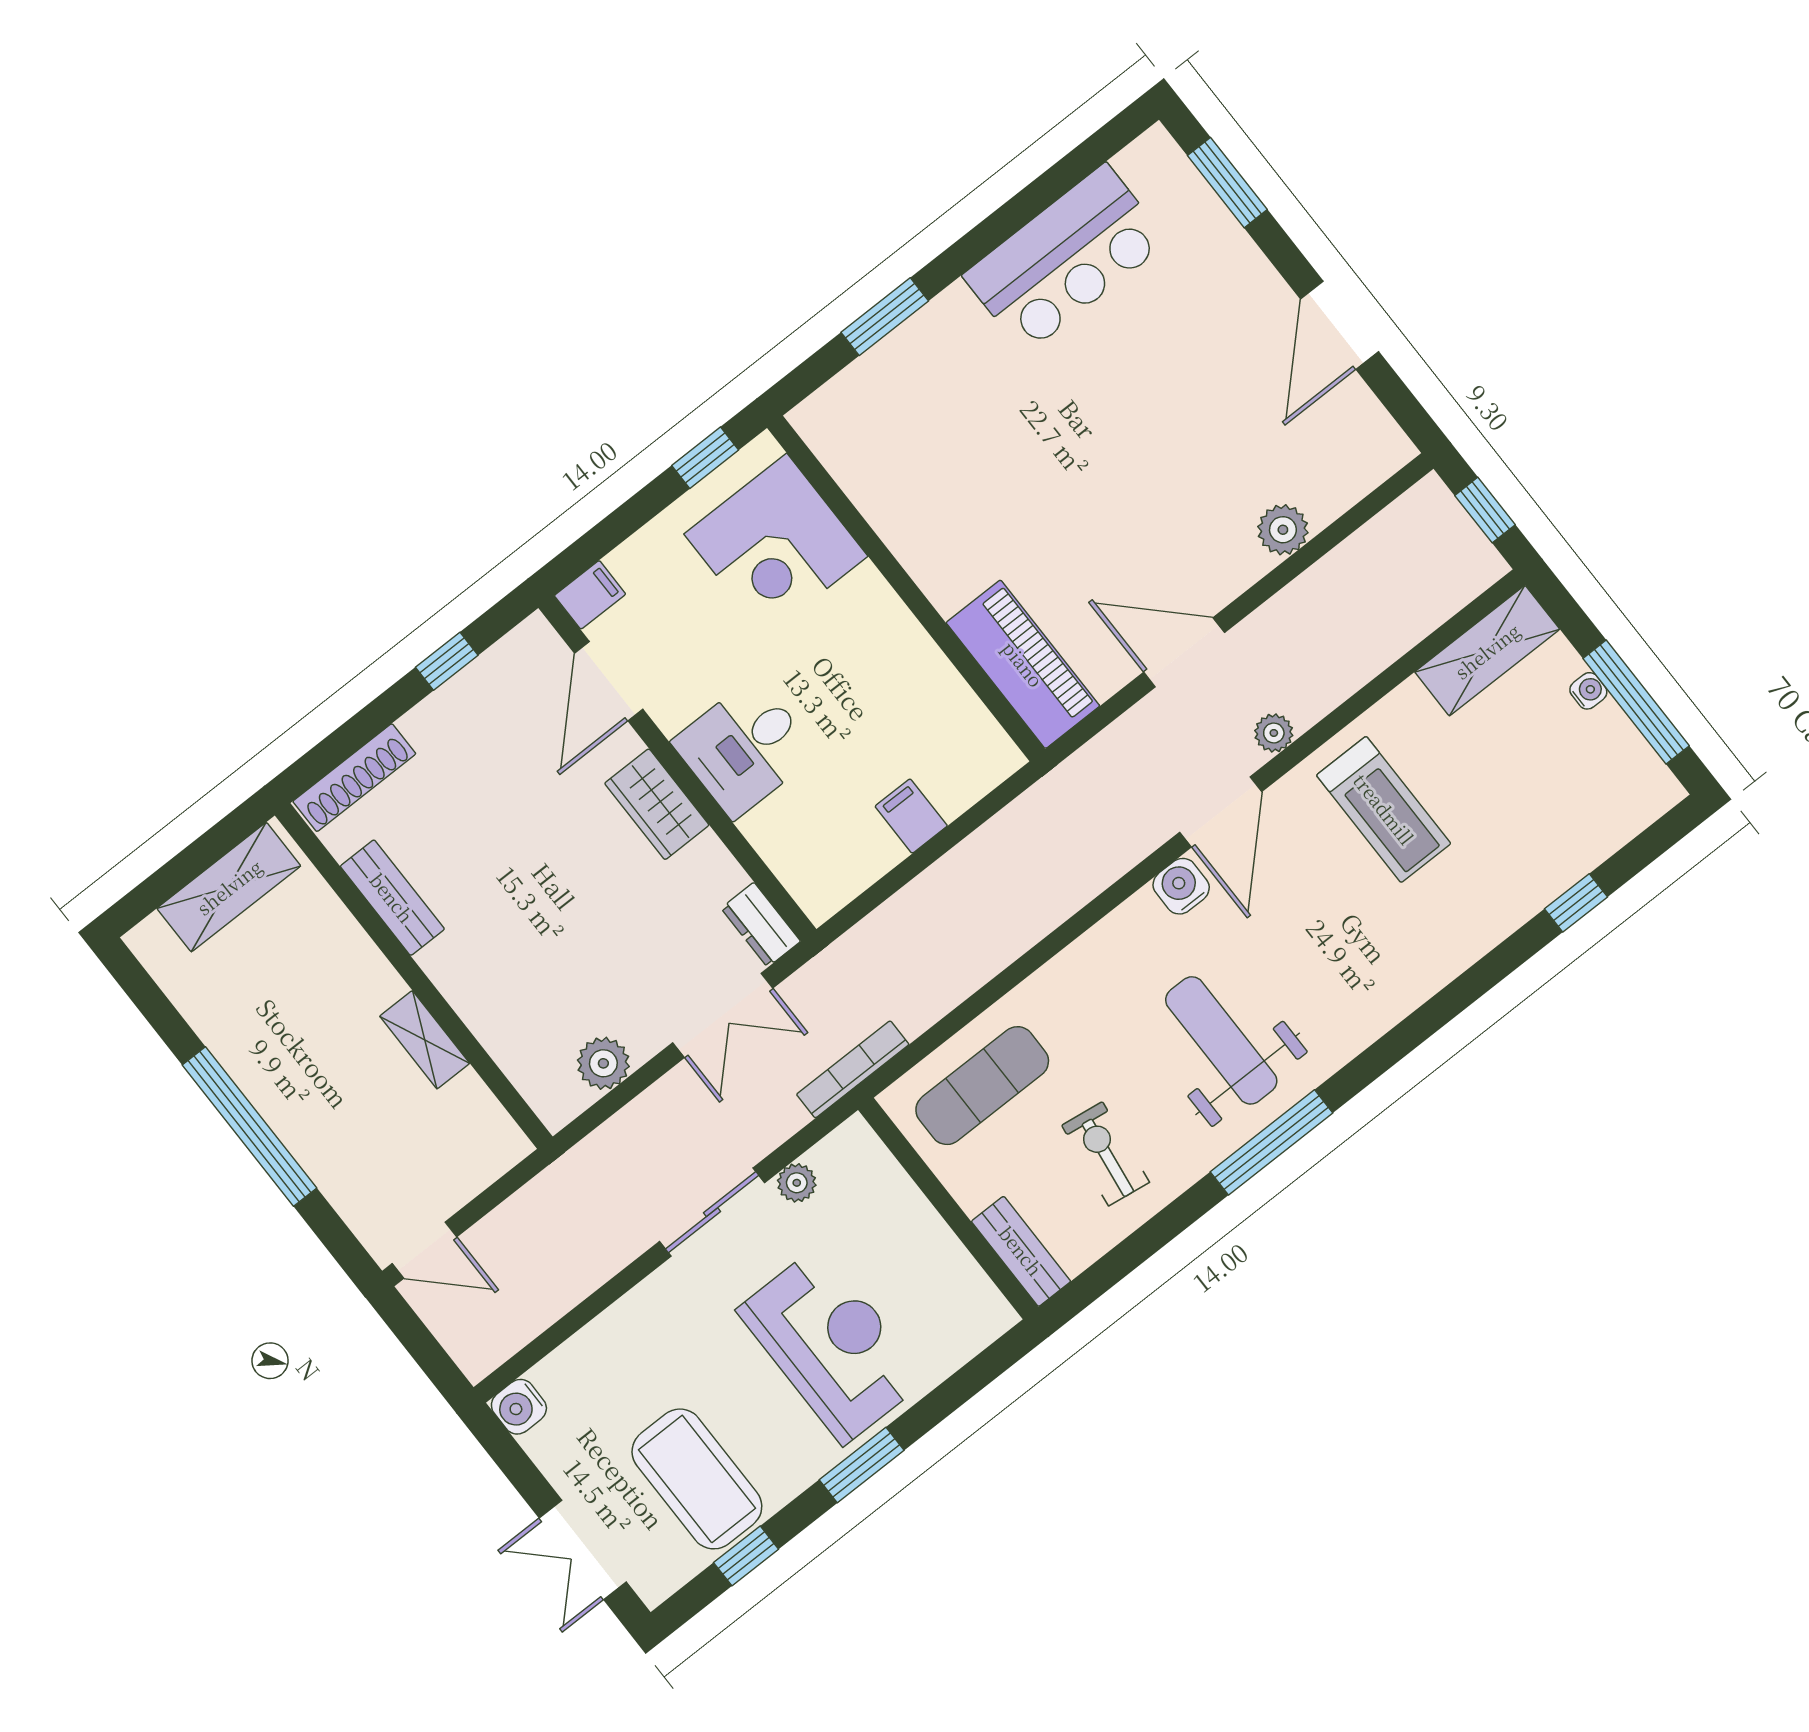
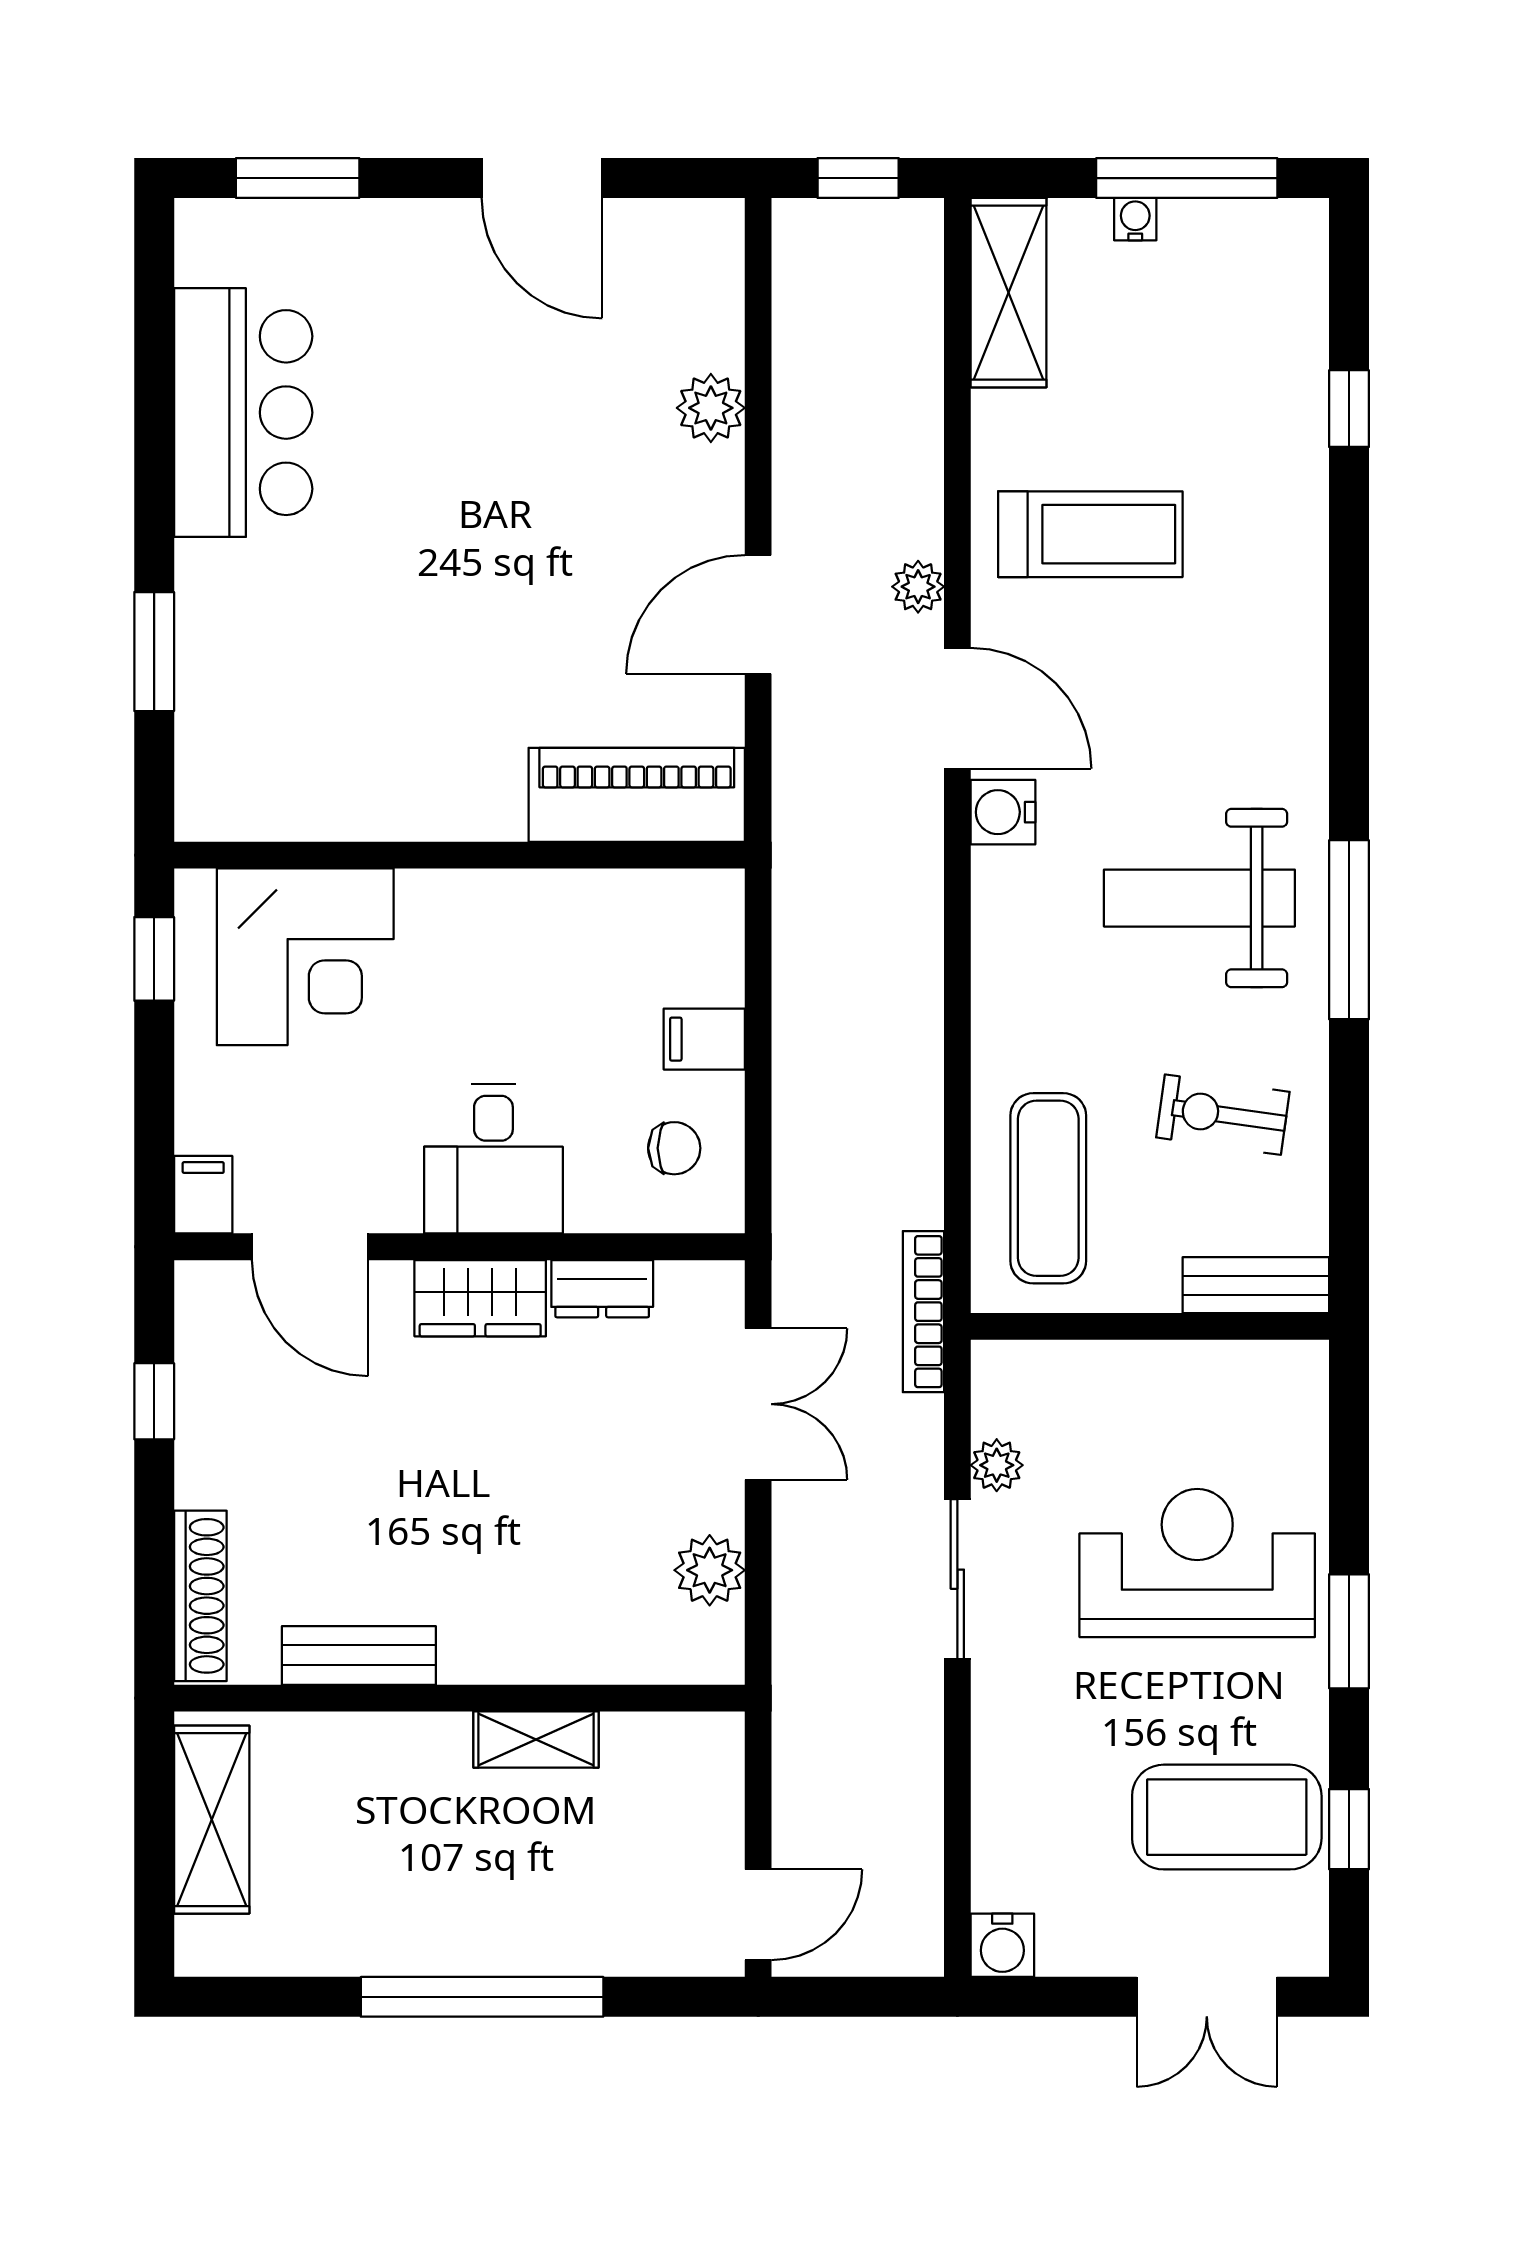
chair: (834, 849) -> (674, 1148), added
dresser: (761, 925) -> (602, 1289), moved

